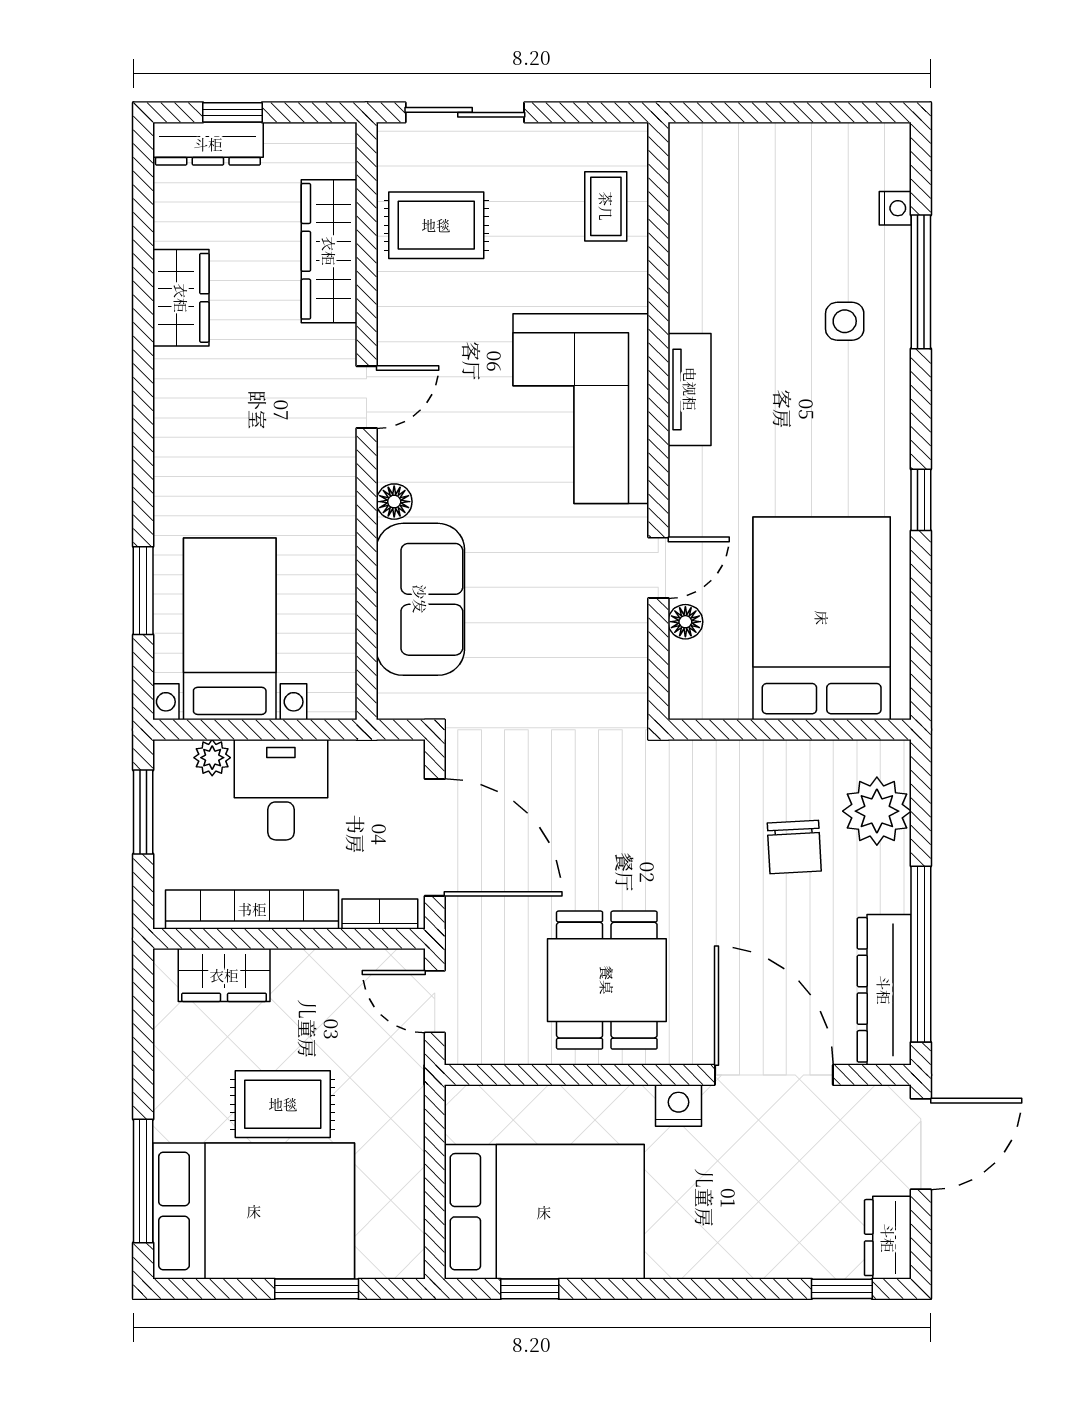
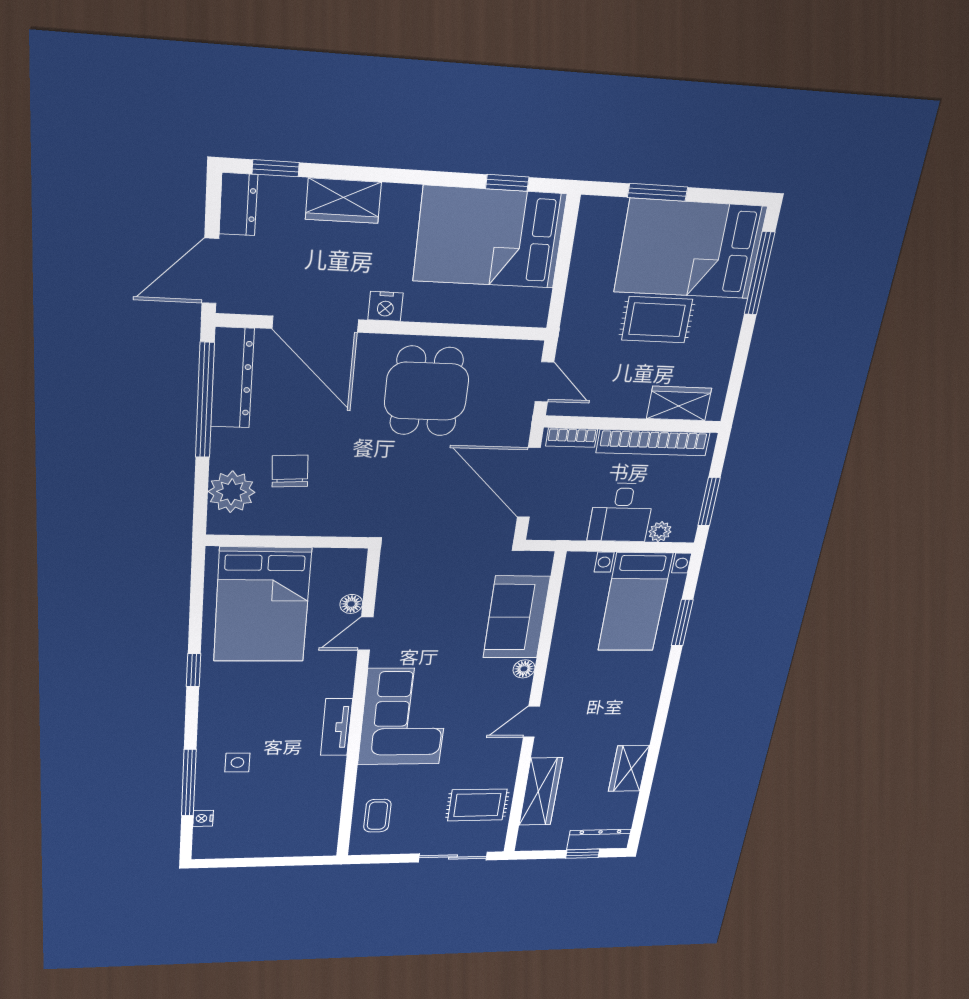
wardrobe: (749, 1251) -> (343, 201), added

